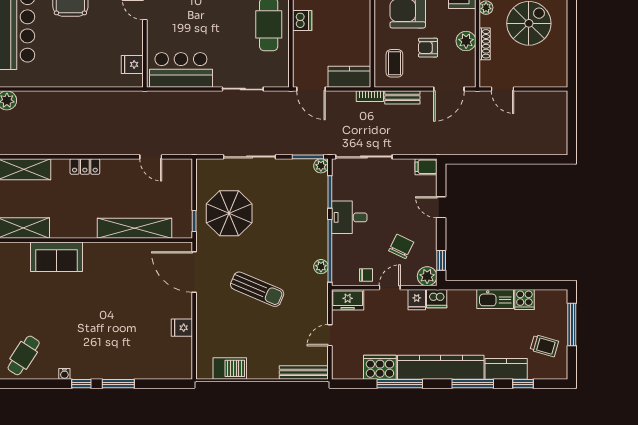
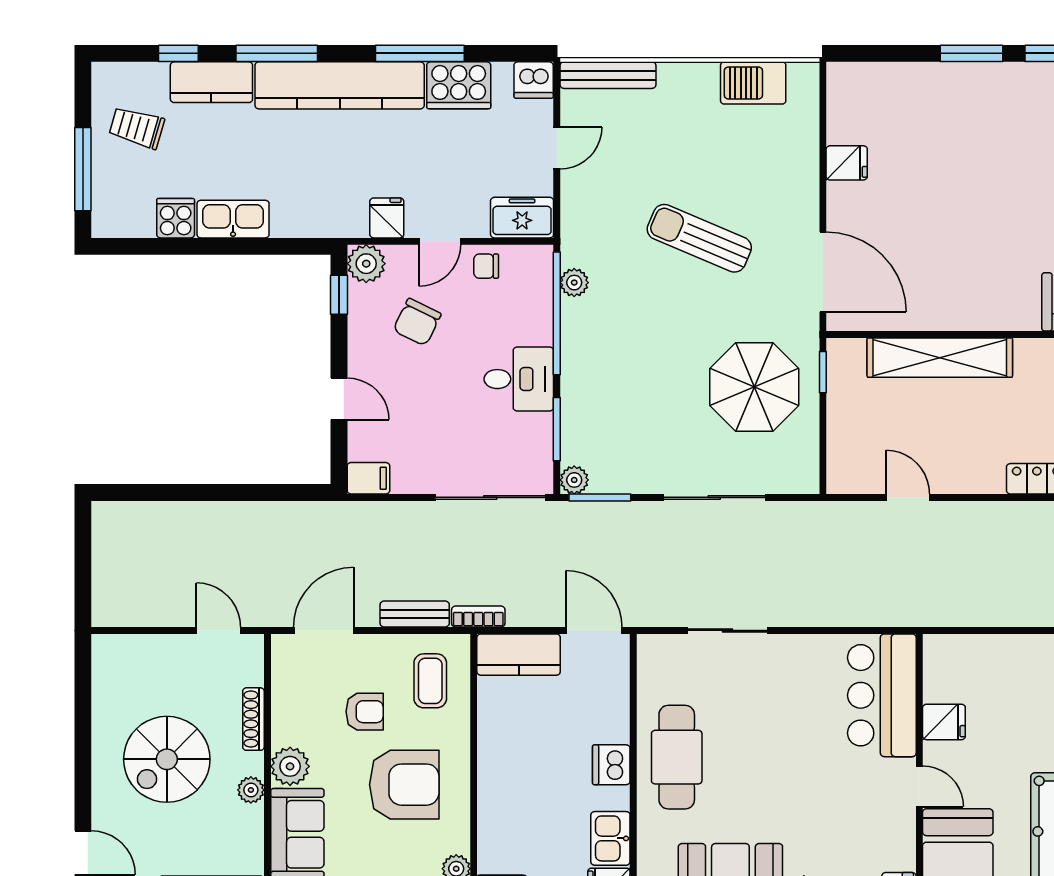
plant: (466, 41) -> (290, 766), moved
fridge: (132, 64) -> (944, 722), moved
bar counter: (181, 70) -> (882, 695), moved, turned 90
dishwasher: (437, 299) -> (534, 80), moved, turned 180

